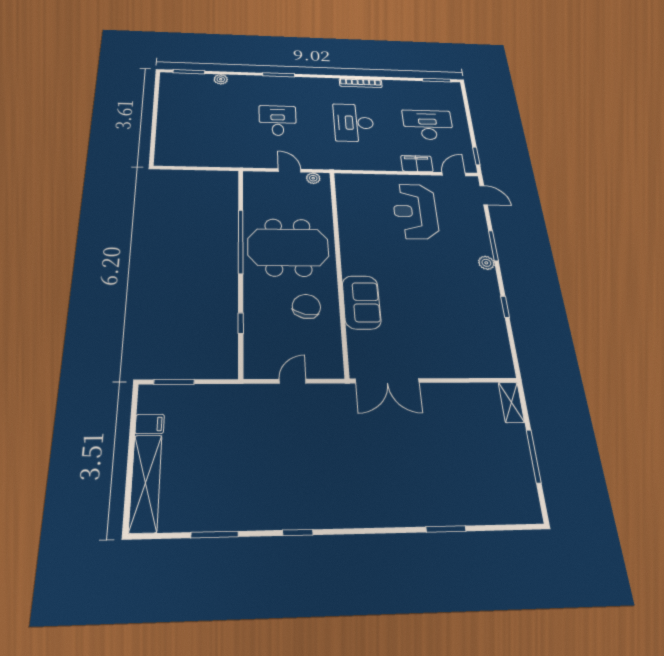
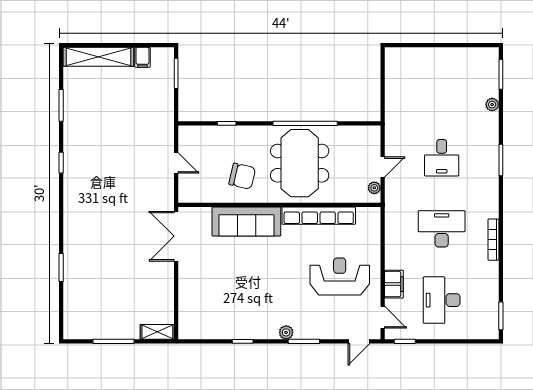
desk: (278, 121) -> (442, 158), turned 90
desk: (428, 125) -> (442, 300), turned 180
row of seats: (348, 230) -> (319, 216), added
sofa: (362, 302) -> (246, 221), width x1.36

